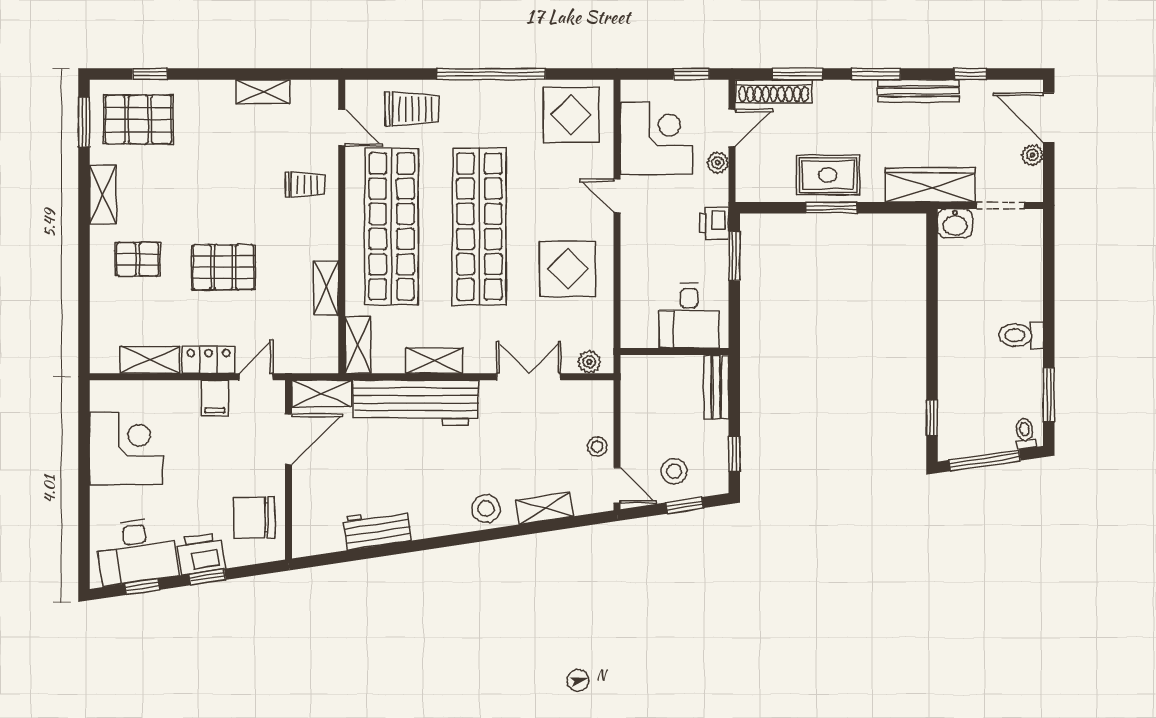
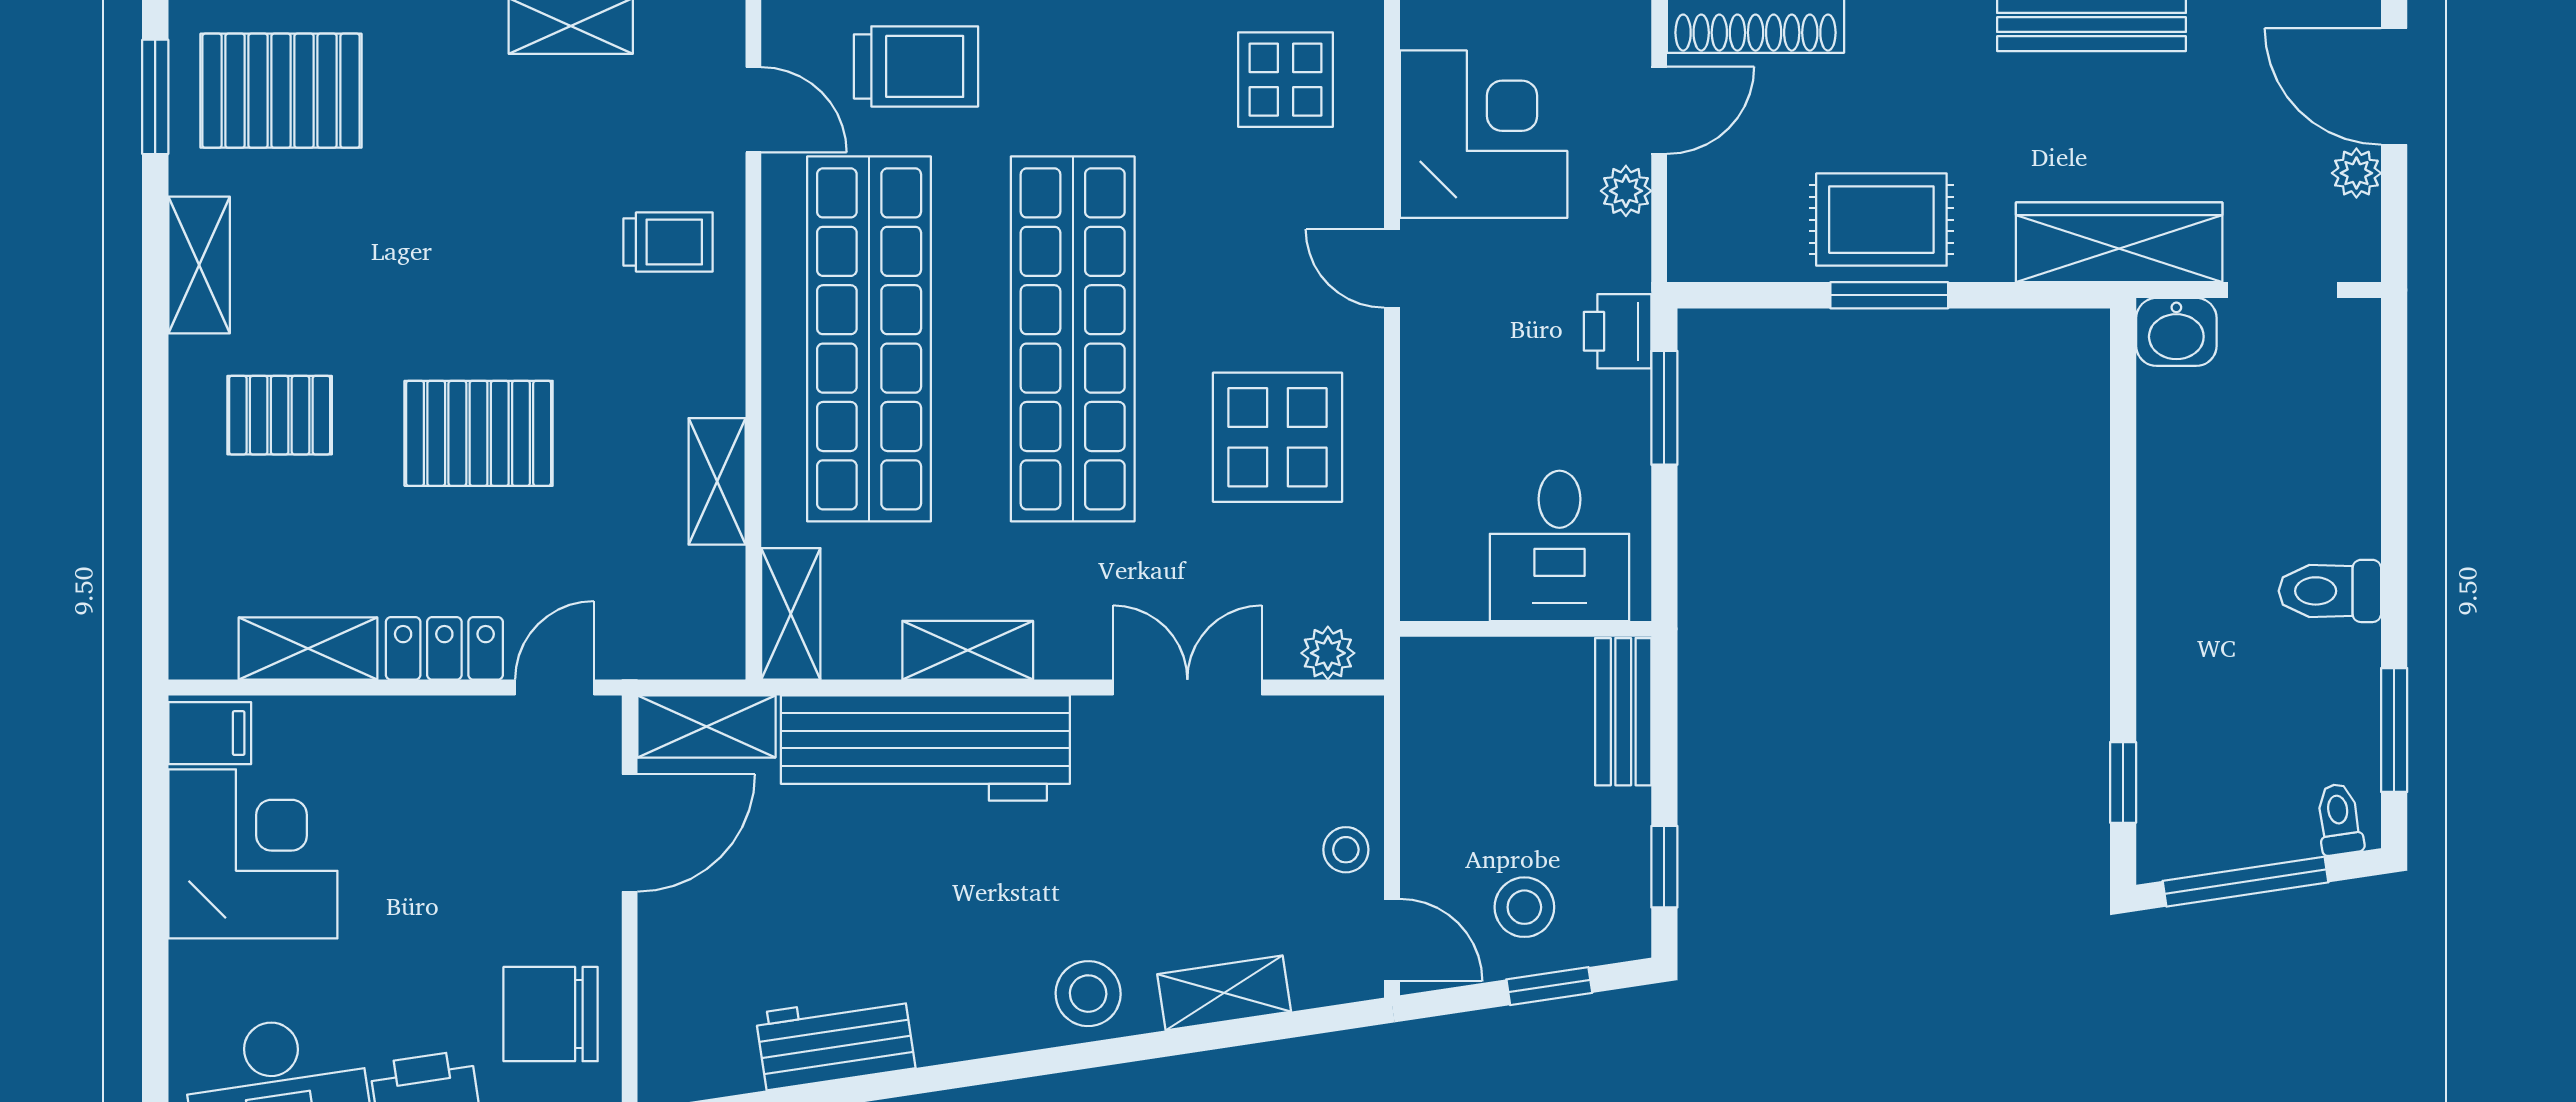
display table: (571, 115) -> (1286, 80), width x0.73, depth x0.73
filing cabinet: (215, 398) -> (210, 733), moved, turned -90

